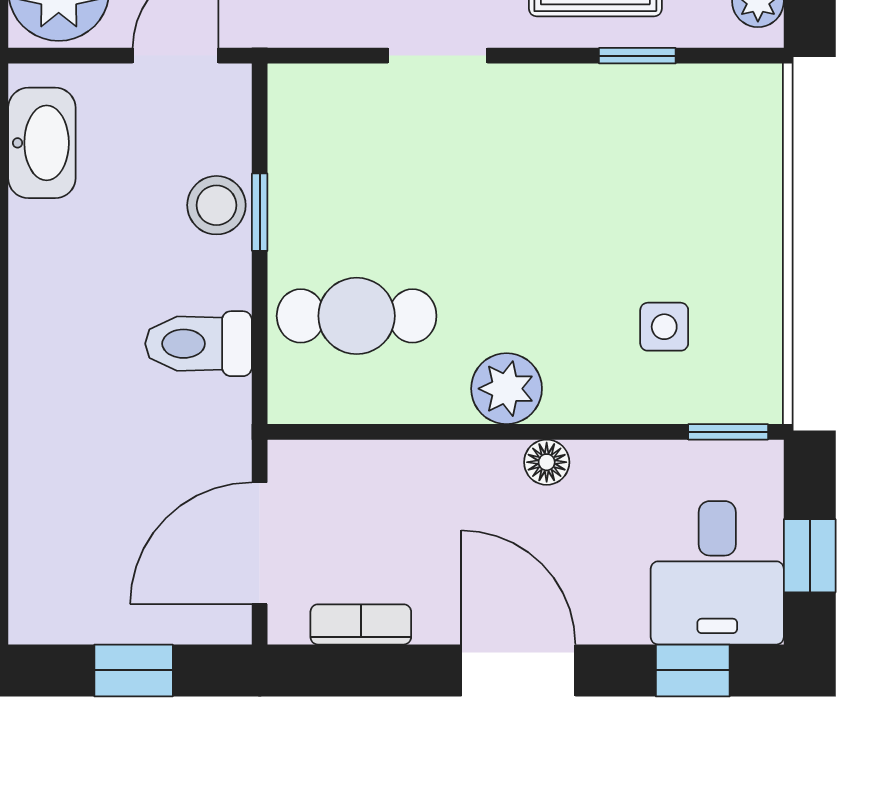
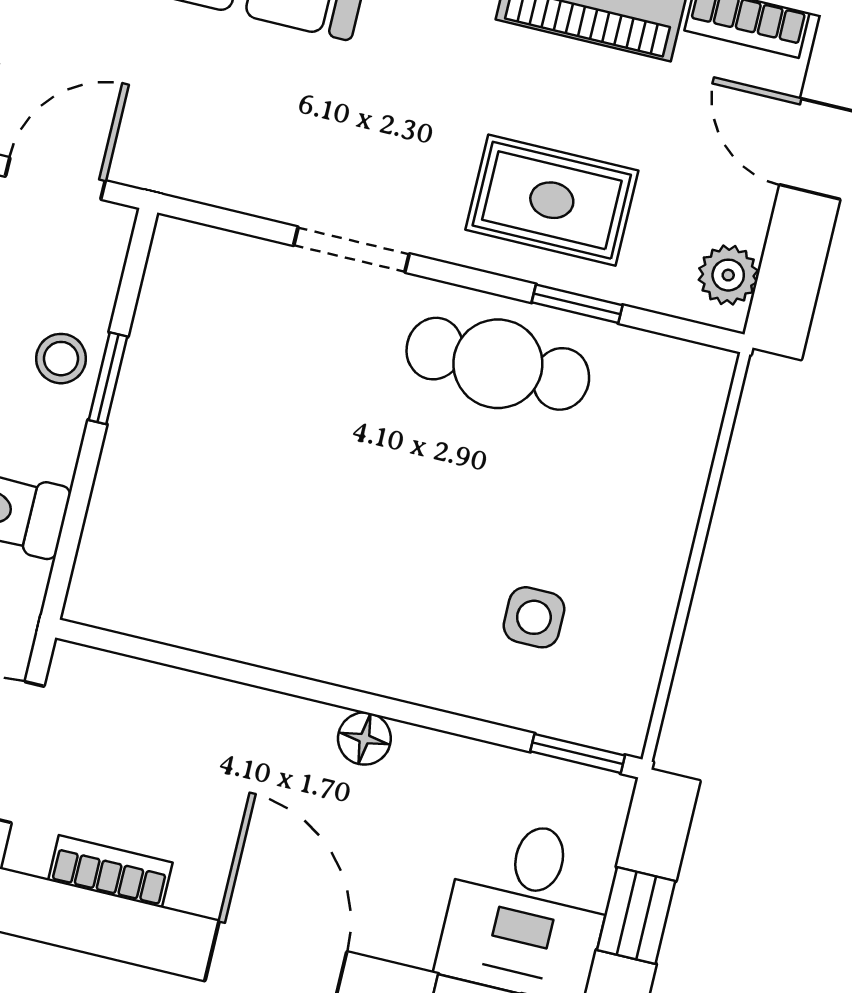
stool: (216, 205) -> (61, 359), width x0.73, depth x0.73
cafe table: (357, 316) -> (498, 364), moved
plant: (507, 389) -> (339, 644), removed

